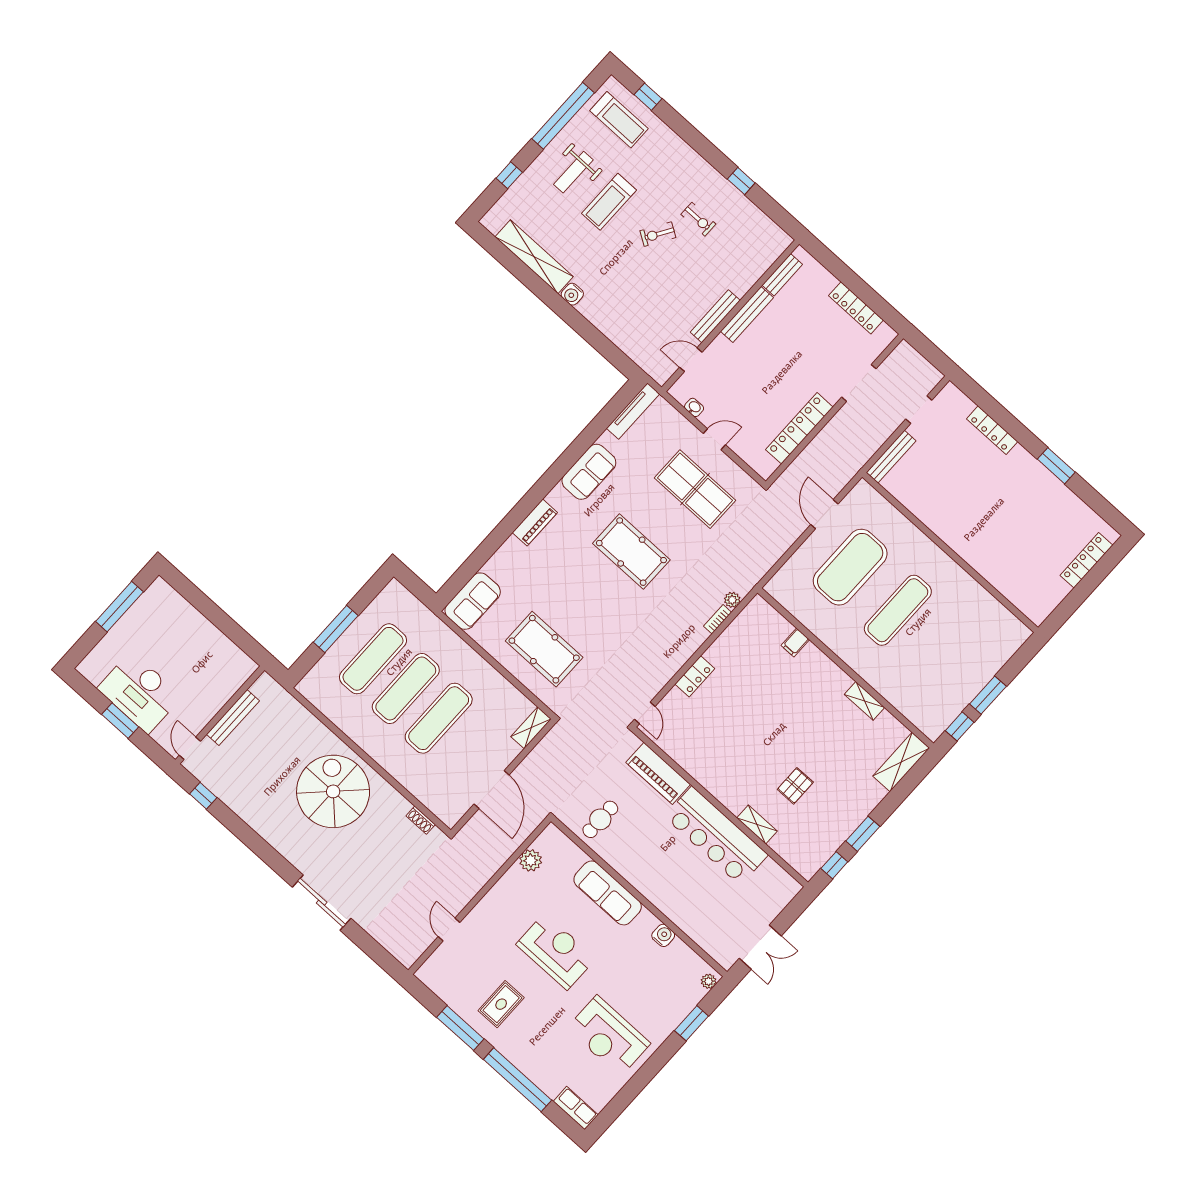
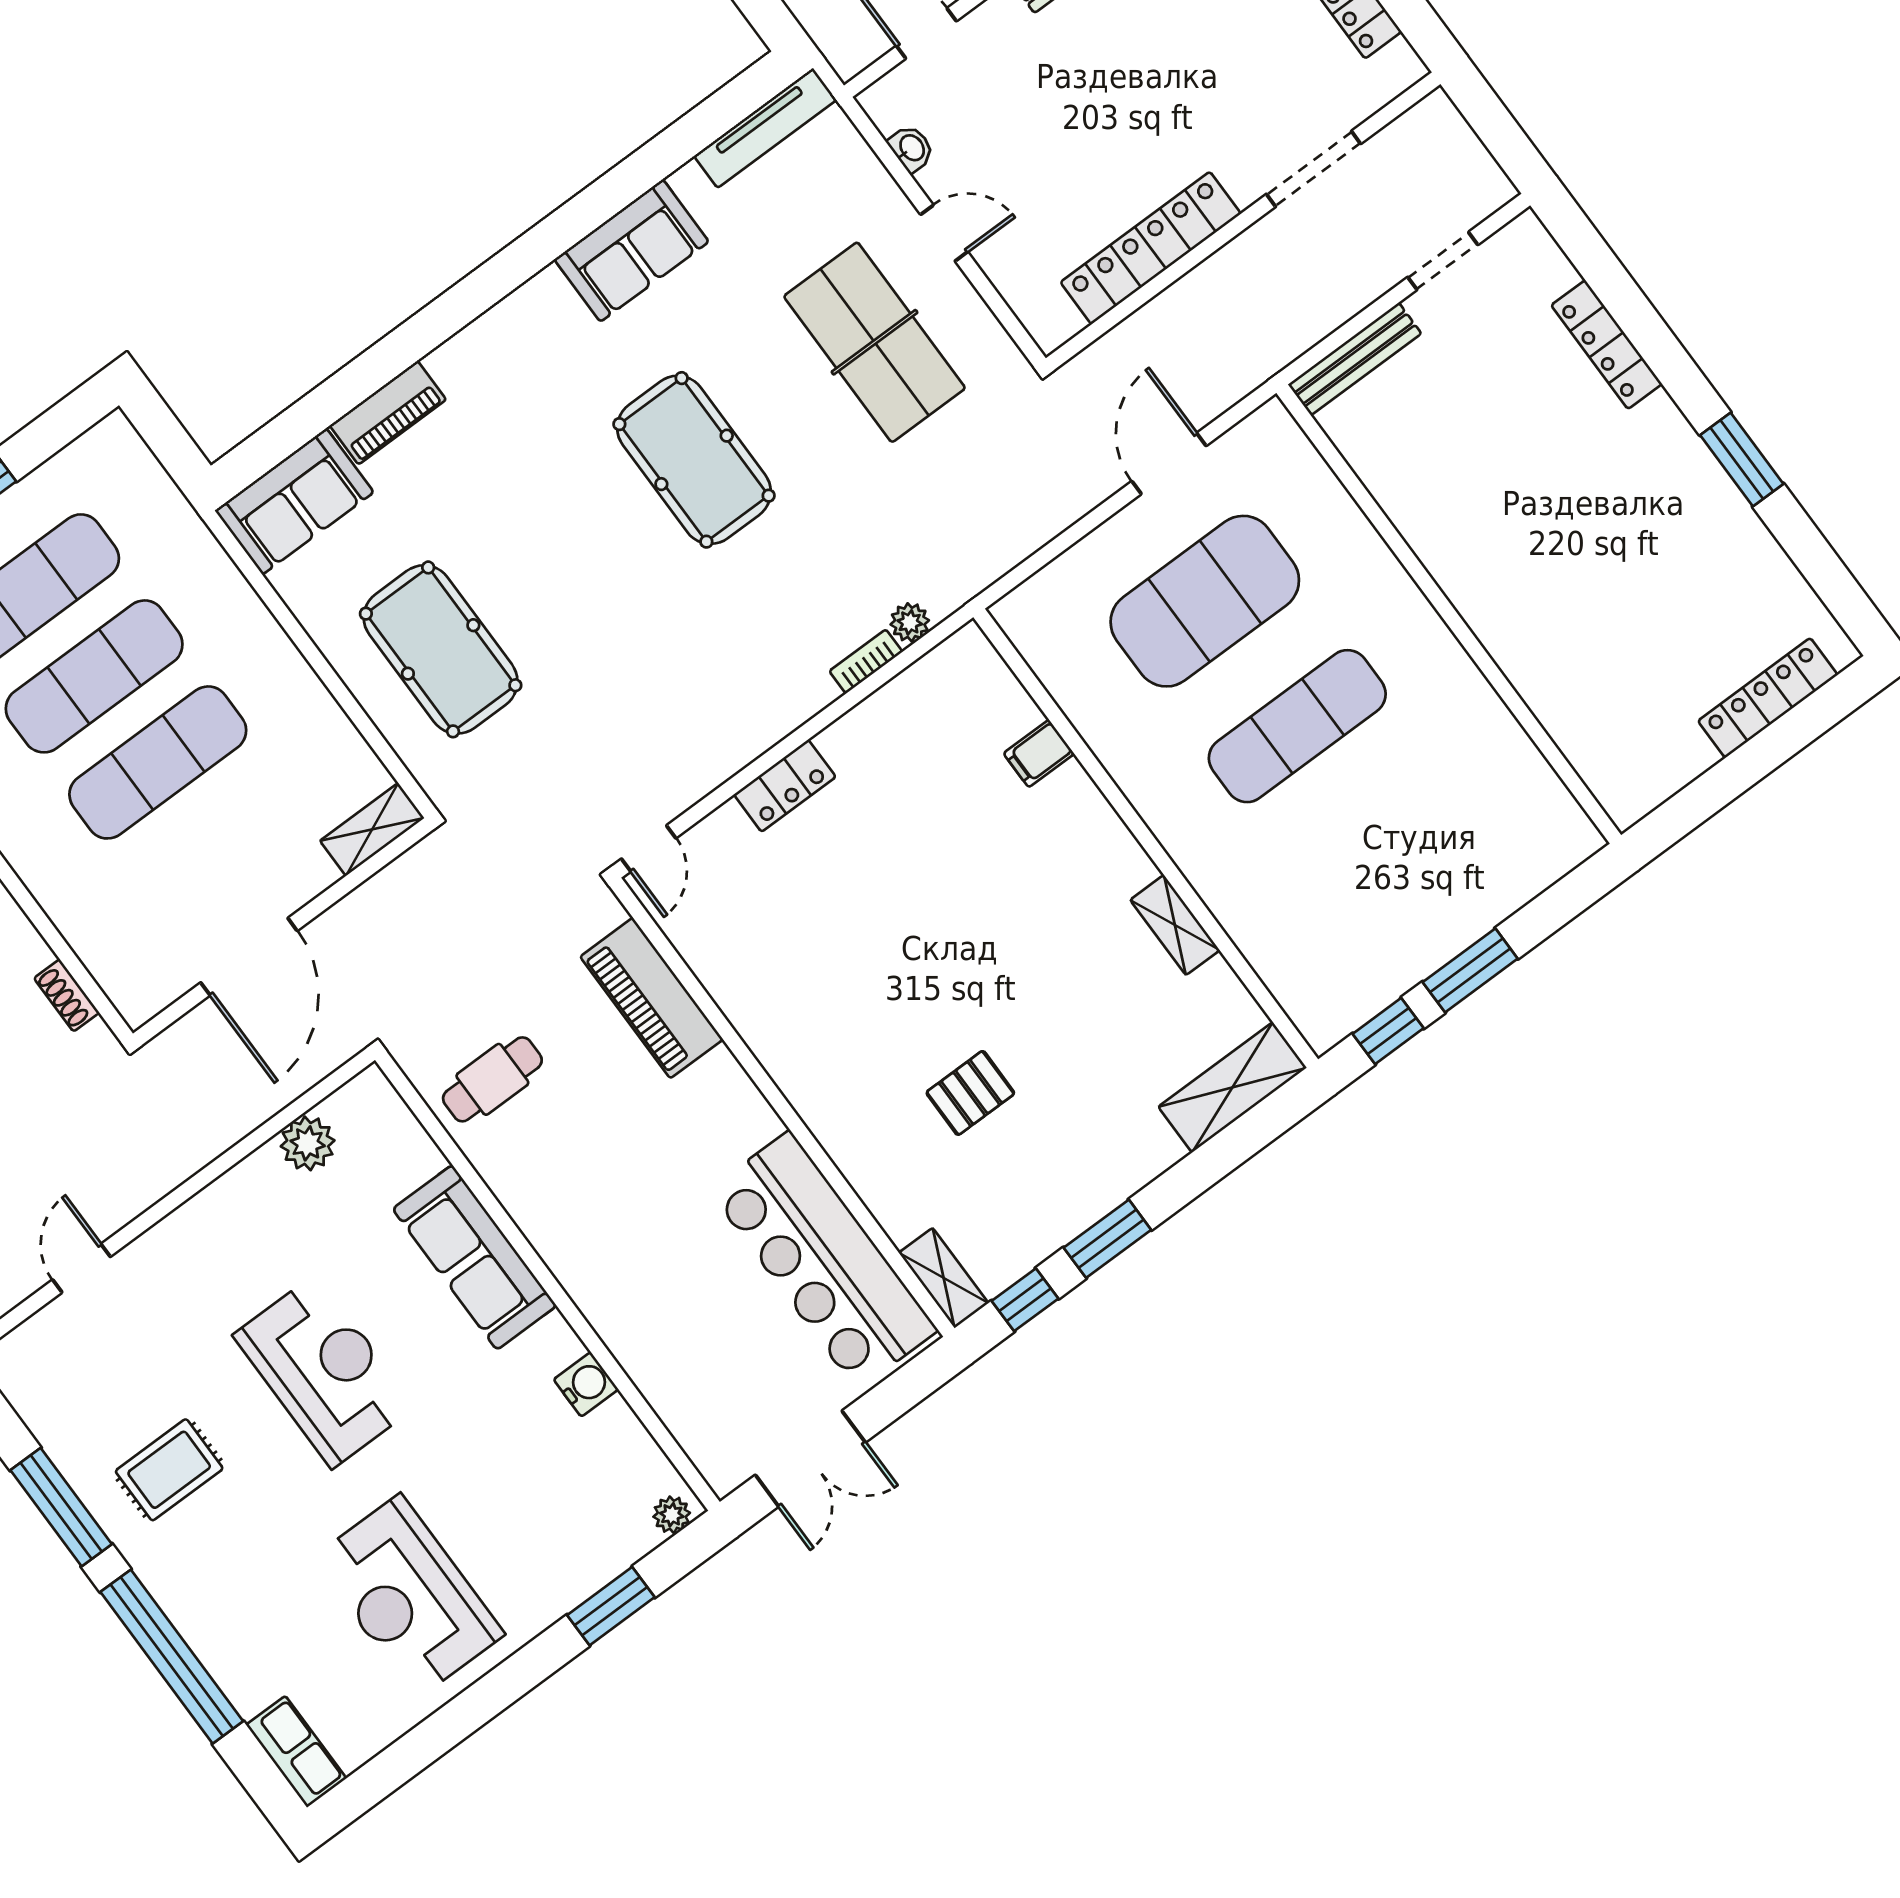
piano: (535, 523) -> (388, 413), moved
shelving: (757, 824) -> (944, 1278), moved
bar counter: (716, 836) -> (823, 1260), moved

